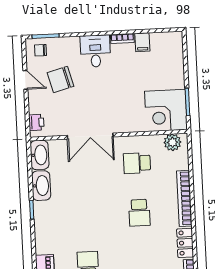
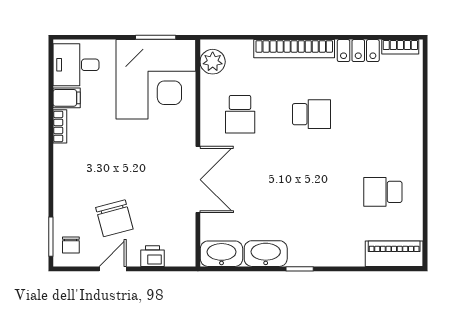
desk: (95, 51) -> (76, 65), moved
corner desk: (166, 110) -> (156, 79), width x1.36, depth x1.36
printer: (36, 122) -> (152, 256), moved

